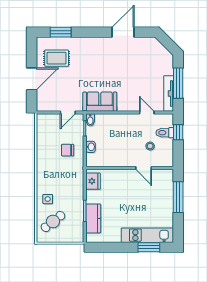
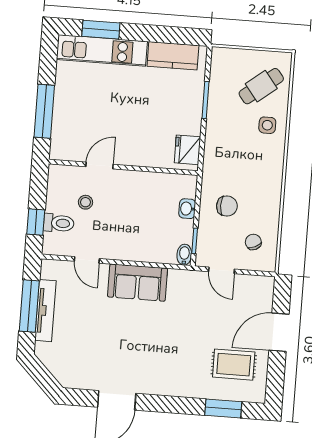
tv unit: (169, 93) -> (45, 311), moved
sofa: (100, 102) -> (138, 283), moved
door: (68, 112) -> (222, 270), swing flipped
chair: (51, 130) -> (253, 242), added
door: (144, 168) -> (100, 166), hinge flipped
kitchen counter: (93, 218) -> (173, 56), moved, turned -90

